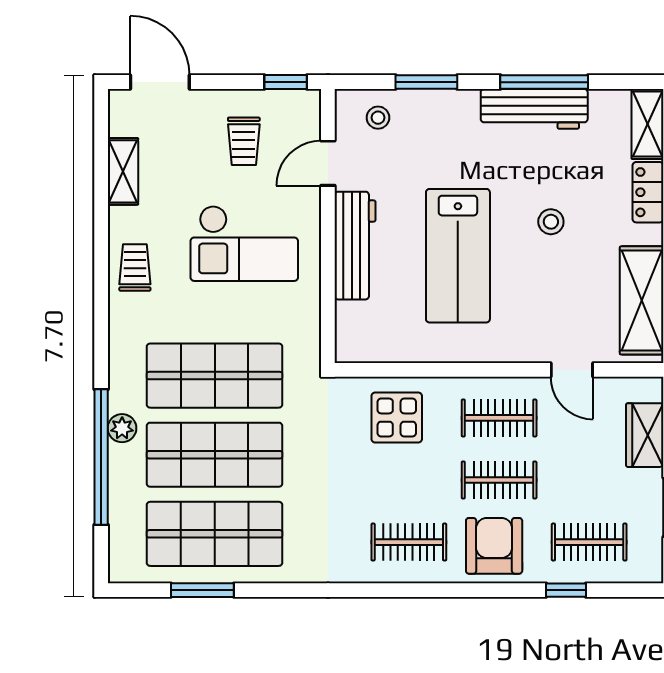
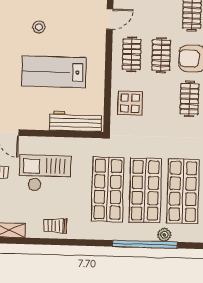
checkout: (244, 243) -> (45, 173), turned -90
workbench: (355, 246) -> (76, 121), moved
lab bench: (458, 256) -> (54, 72), turned 180
plant: (122, 428) -> (164, 235), moved

